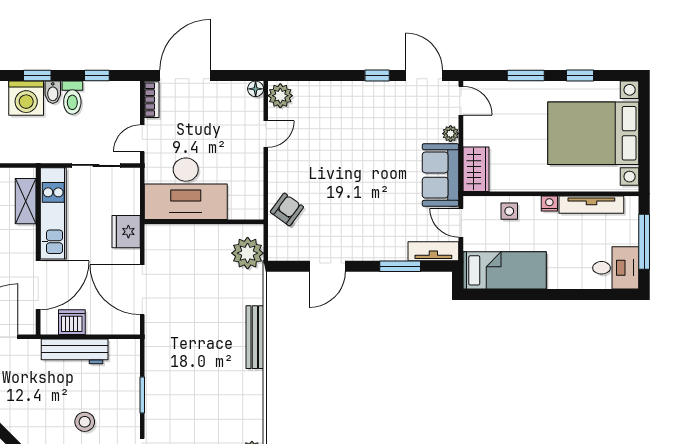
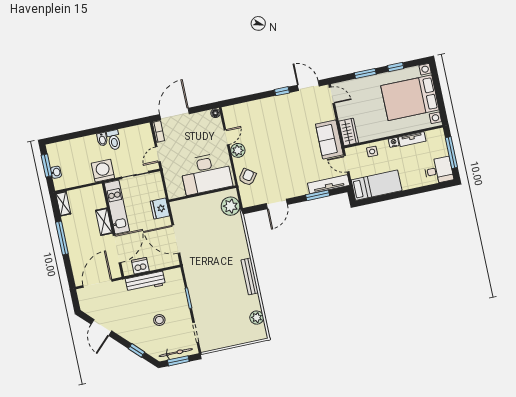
window: (37, 76) -> (92, 132), removed
window: (97, 76) -> (125, 125), removed
plant: (280, 96) -> (238, 150), moved
washing machine: (26, 98) -> (103, 171), moved, turned 180
plant: (451, 134) -> (330, 115), removed
desk: (186, 189) -> (206, 174), moved
shelving: (26, 201) -> (104, 222), moved
tv unit: (591, 205) -> (412, 139), width x0.71
tv unit: (433, 251) -> (329, 184), width x1.41
bench: (255, 337) -> (250, 276), moved

